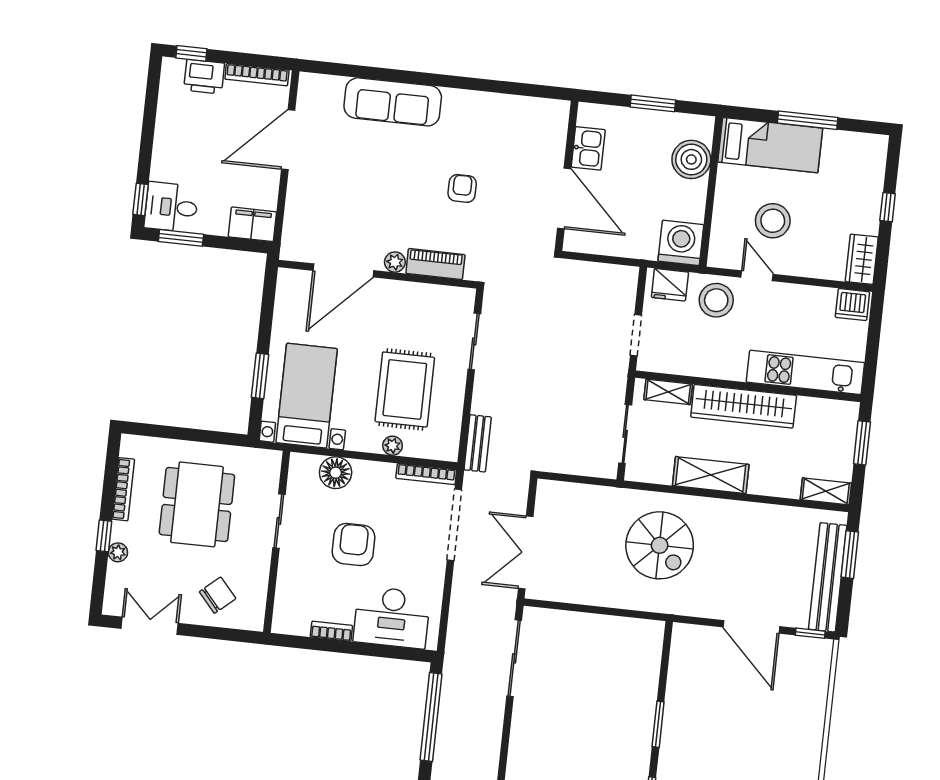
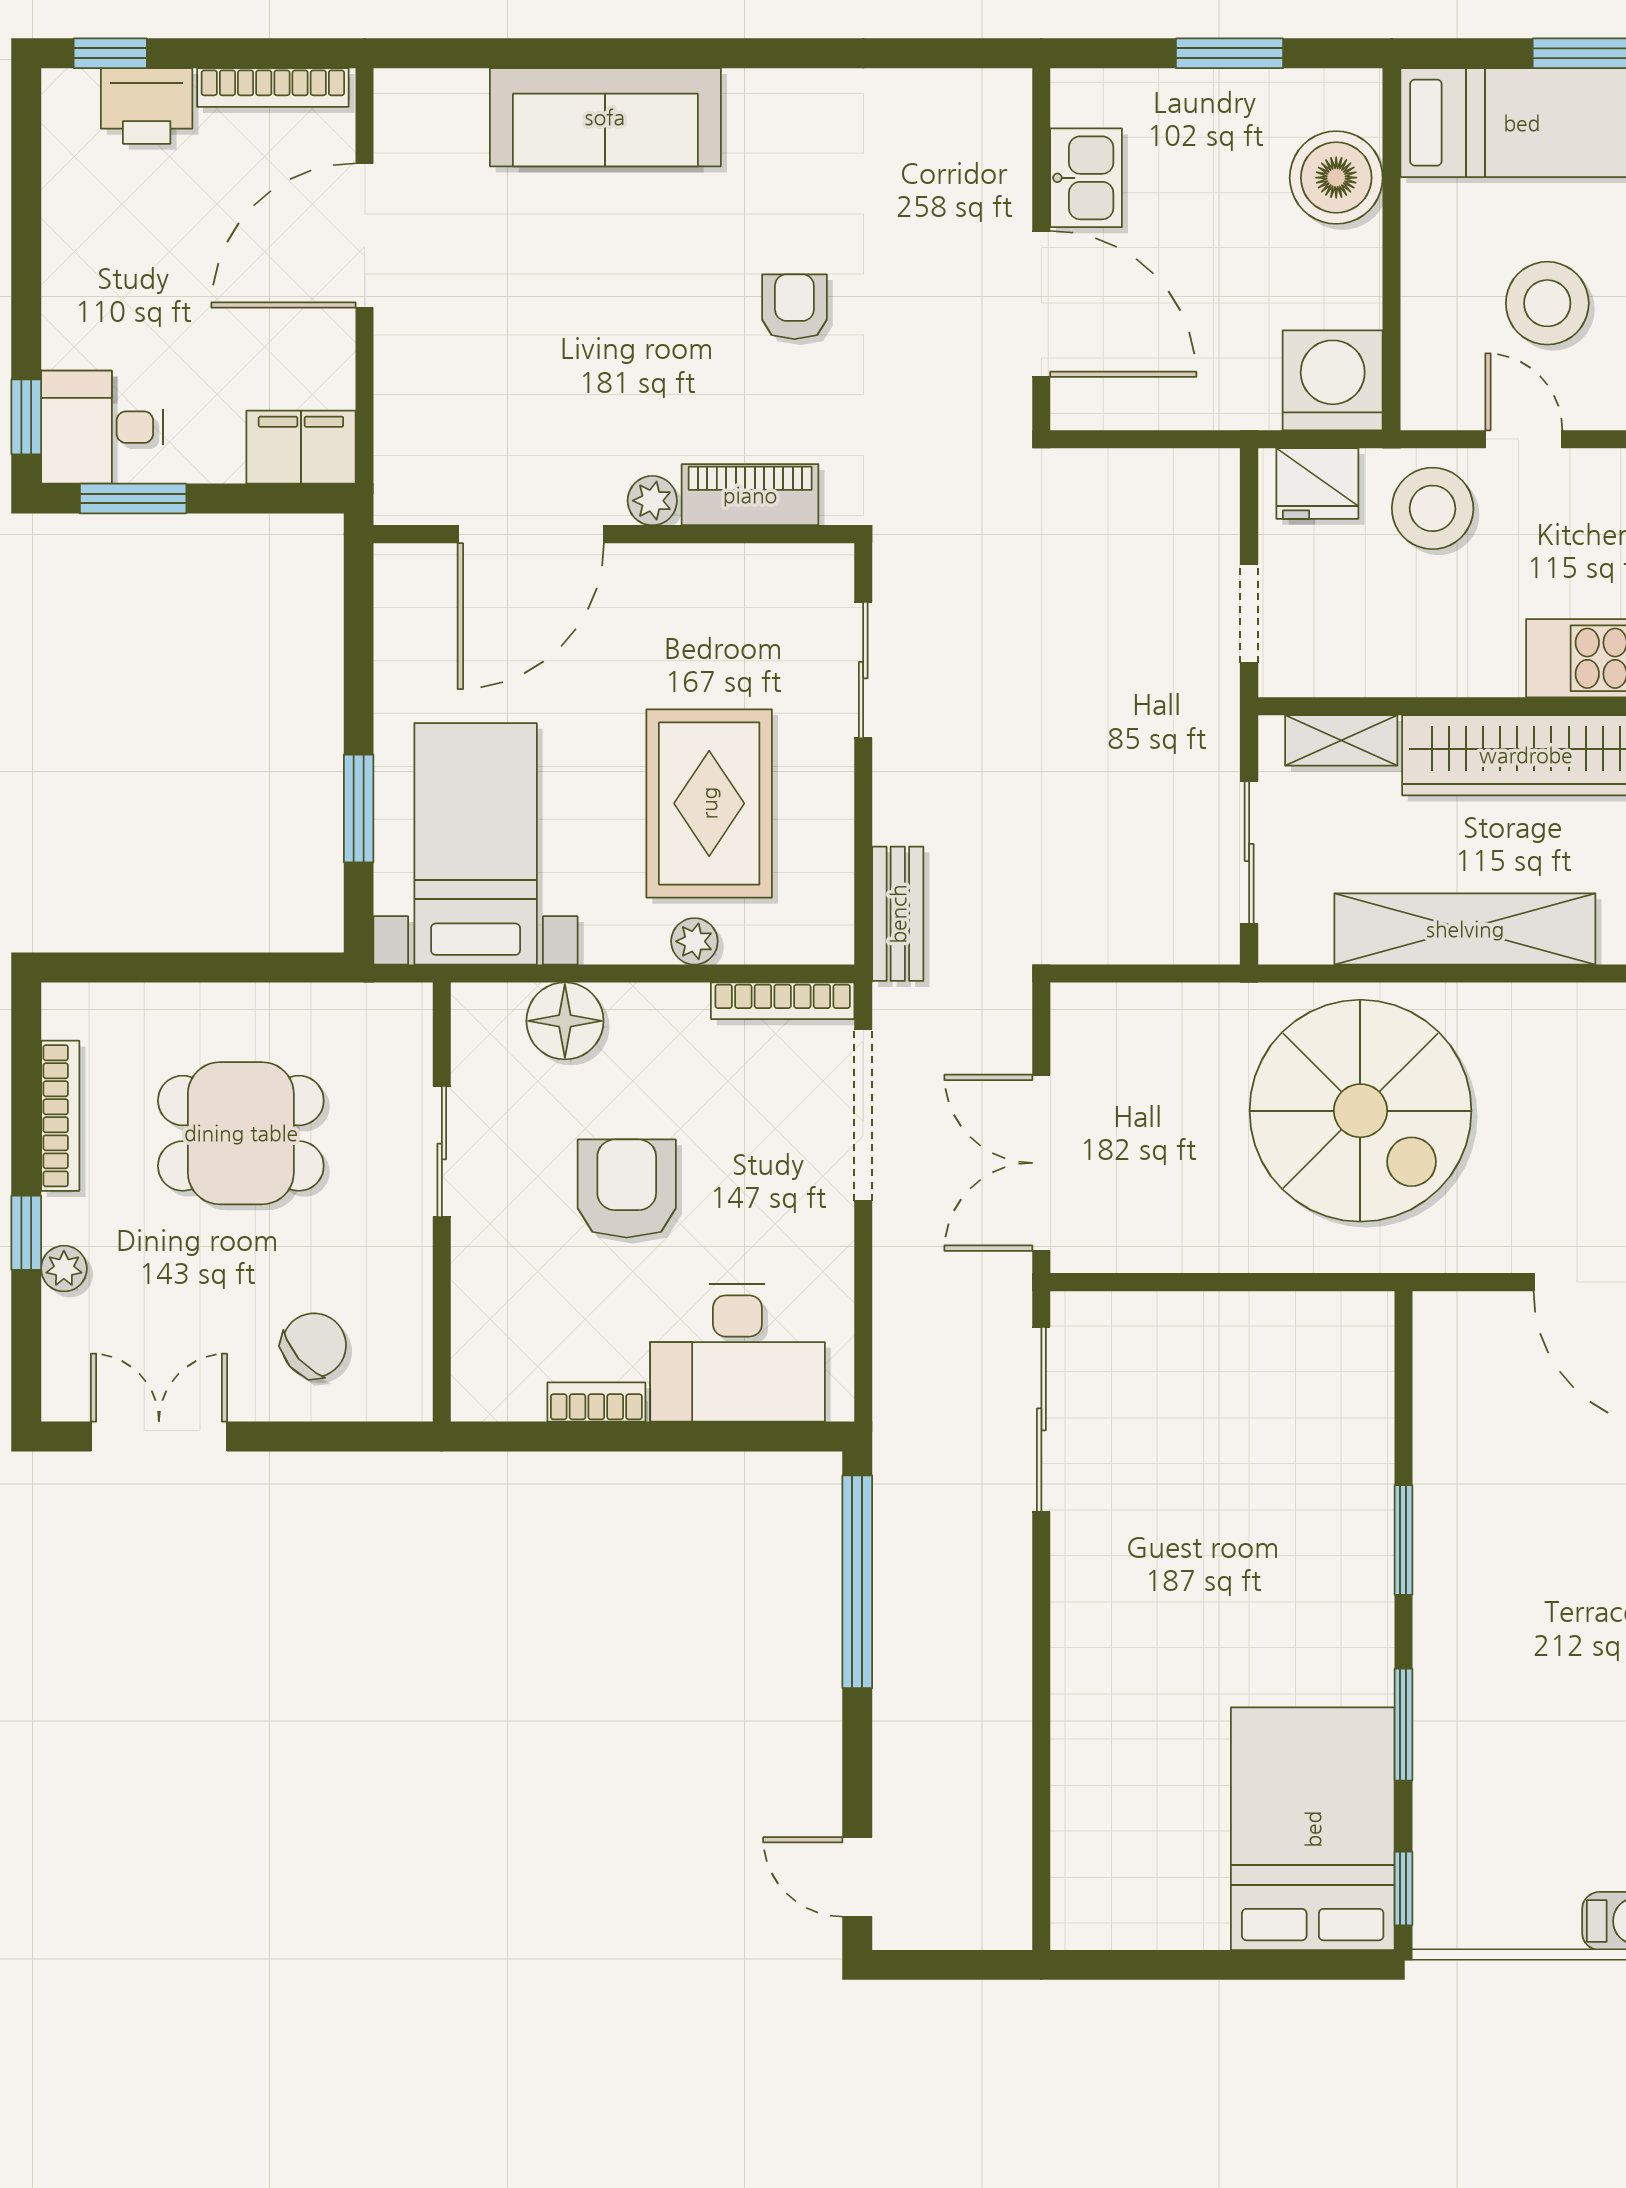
shelving: (711, 475) -> (1465, 929), width x1.47
dining table: (197, 504) -> (241, 1133), width x0.73
spiral stairs: (660, 545) -> (1360, 1111), width x1.37, depth x1.37

